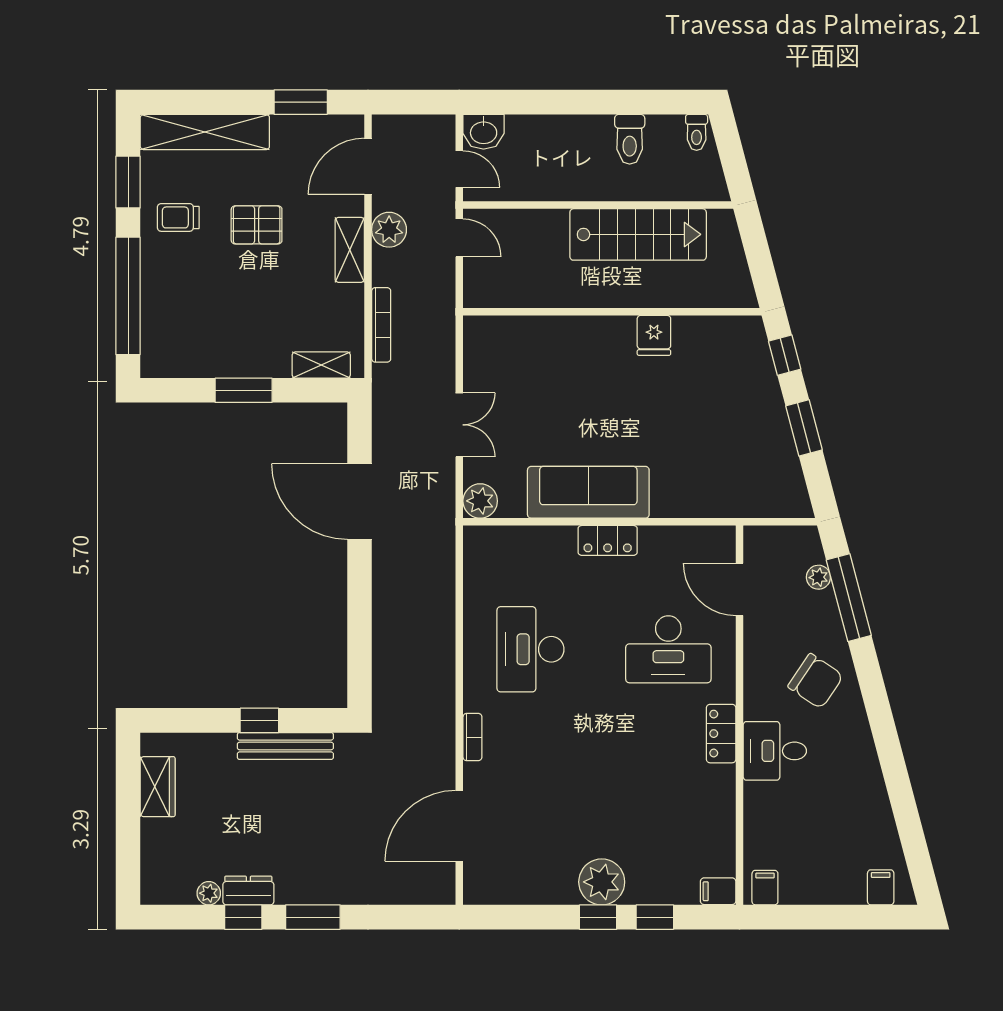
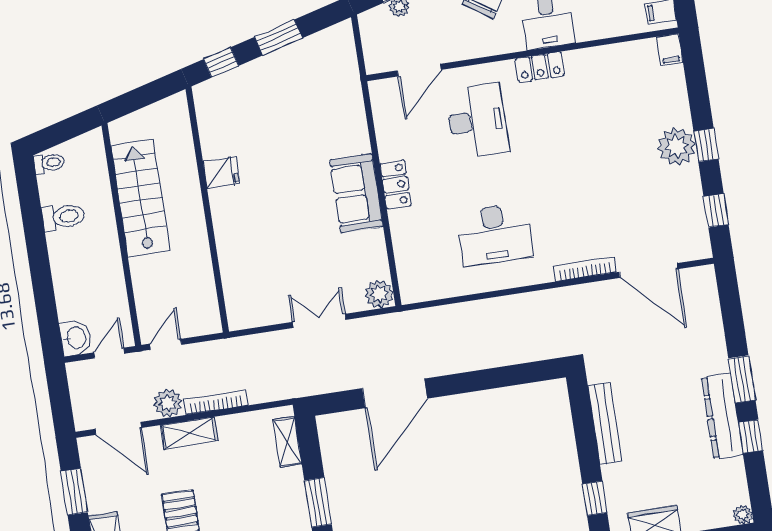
bookcase: (381, 325) -> (216, 402), moved
sofa: (588, 492) -> (356, 193), width x0.73
window: (259, 720) -> (595, 498), moved
bookcase: (472, 737) -> (585, 269), width x1.56
dresser: (248, 891) -> (722, 416), width x1.96, depth x1.24
plant: (209, 893) -> (743, 515), moved
window: (655, 917) -> (716, 210), moved

